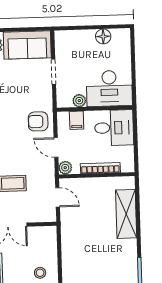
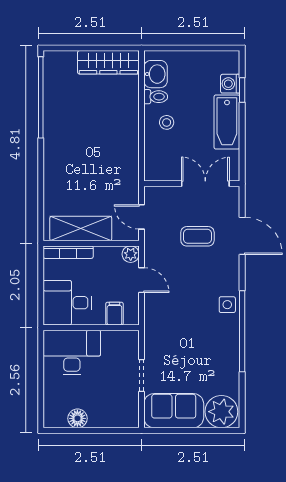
plant: (79, 101) -> (110, 338), removed
armchair: (38, 121) -> (163, 314), removed
bookcase: (100, 168) -> (68, 252), moved
shelving: (126, 214) -> (81, 229), moved, turned 90

